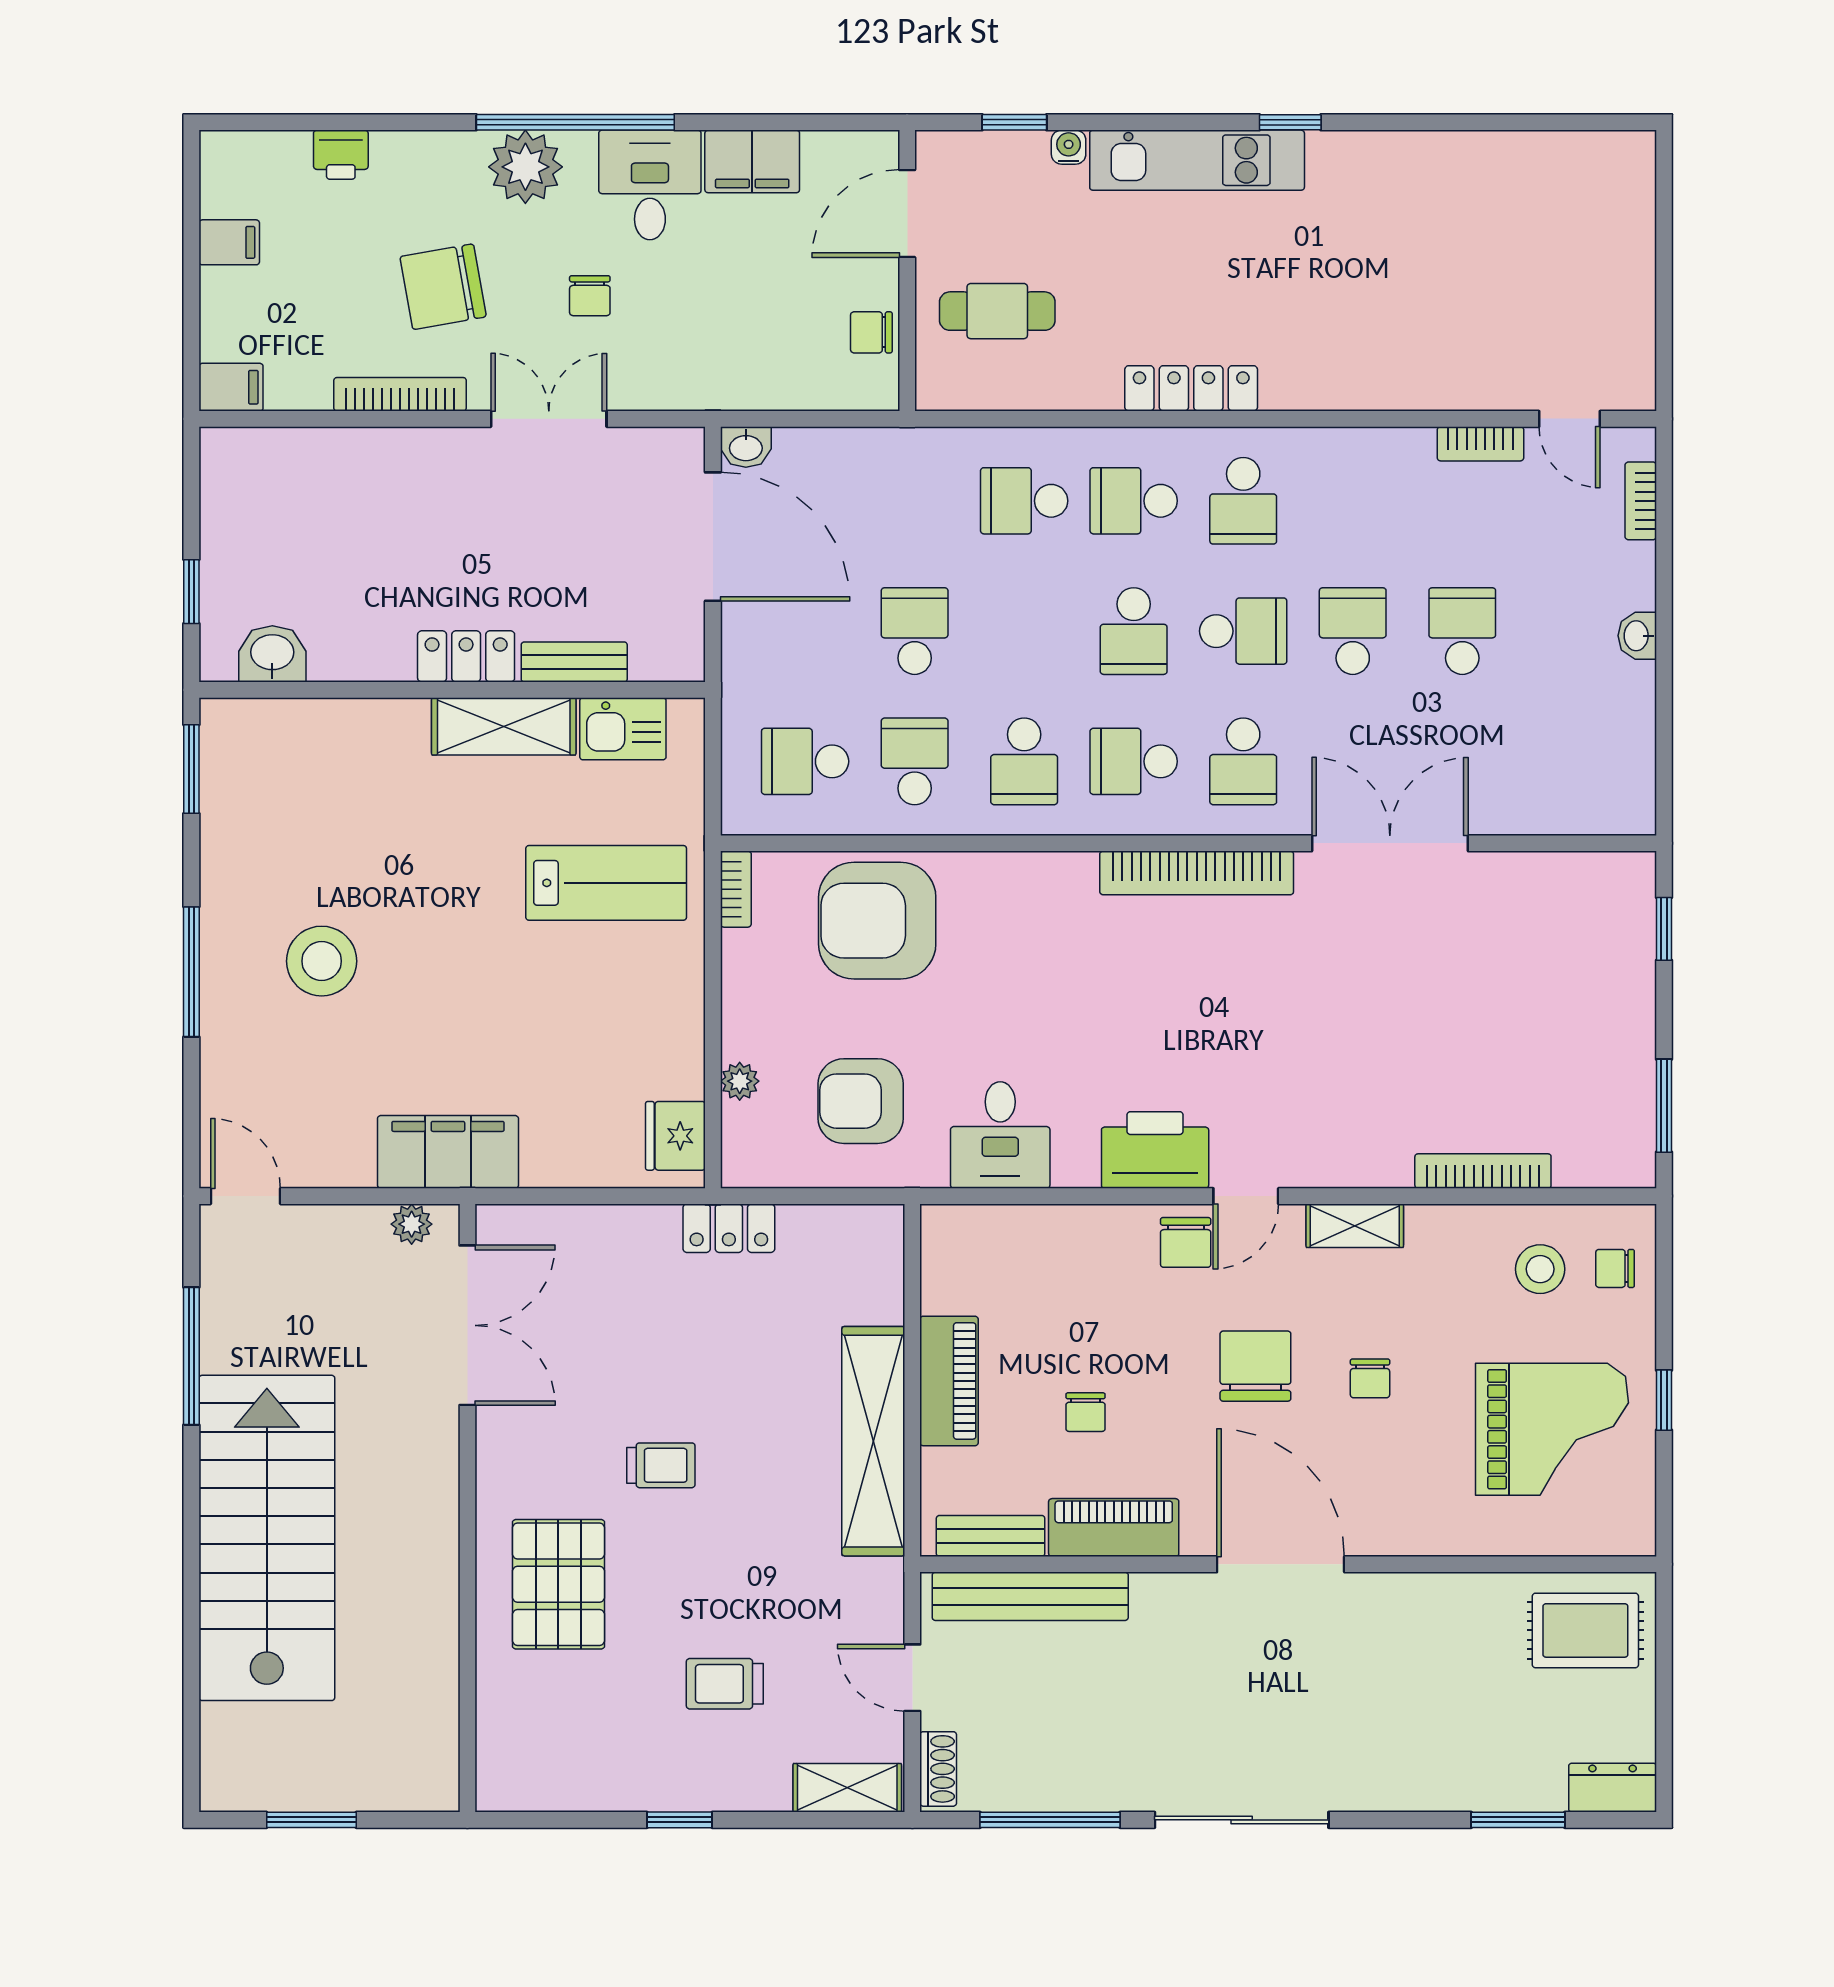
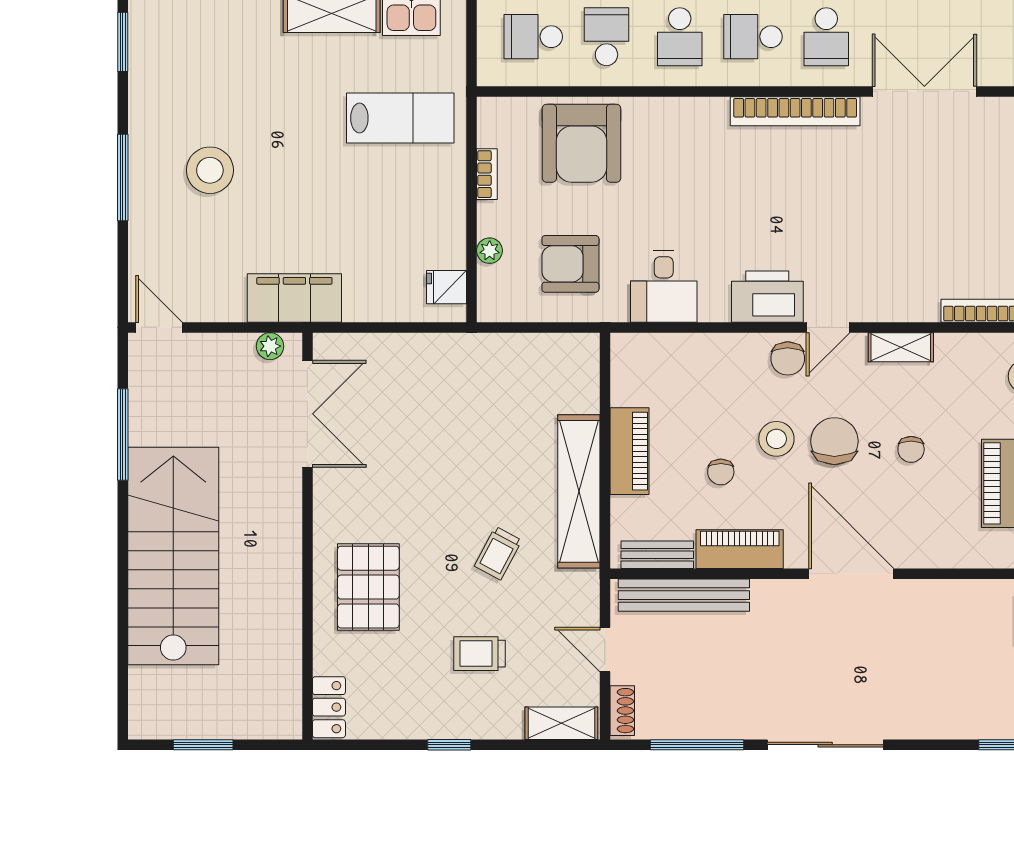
bookcase: (736, 889) -> (487, 174), moved
armchair: (877, 921) -> (581, 143), turned -90
fridge: (675, 1136) -> (447, 287), width x0.72
locker: (729, 1228) -> (329, 707), moved, turned -90
stool: (1169, 1363) -> (776, 439), added
trolley: (661, 1465) -> (498, 553), moved, turned 118

